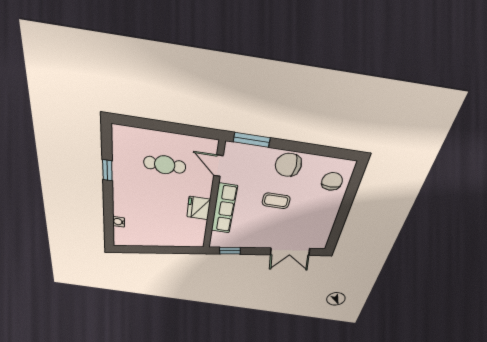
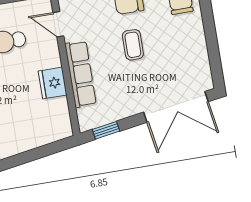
coffee table: (276, 201) -> (133, 45), turned 90
double door: (290, 252) -> (176, 107), width x1.37

